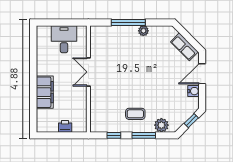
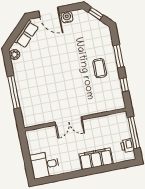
plant: (143, 31) -> (15, 55), moved
desk: (64, 39) -> (45, 165), moved
plant: (161, 125) -> (106, 41), removed
printer: (65, 126) -> (127, 146), moved
window: (64, 135) -> (134, 133), added

